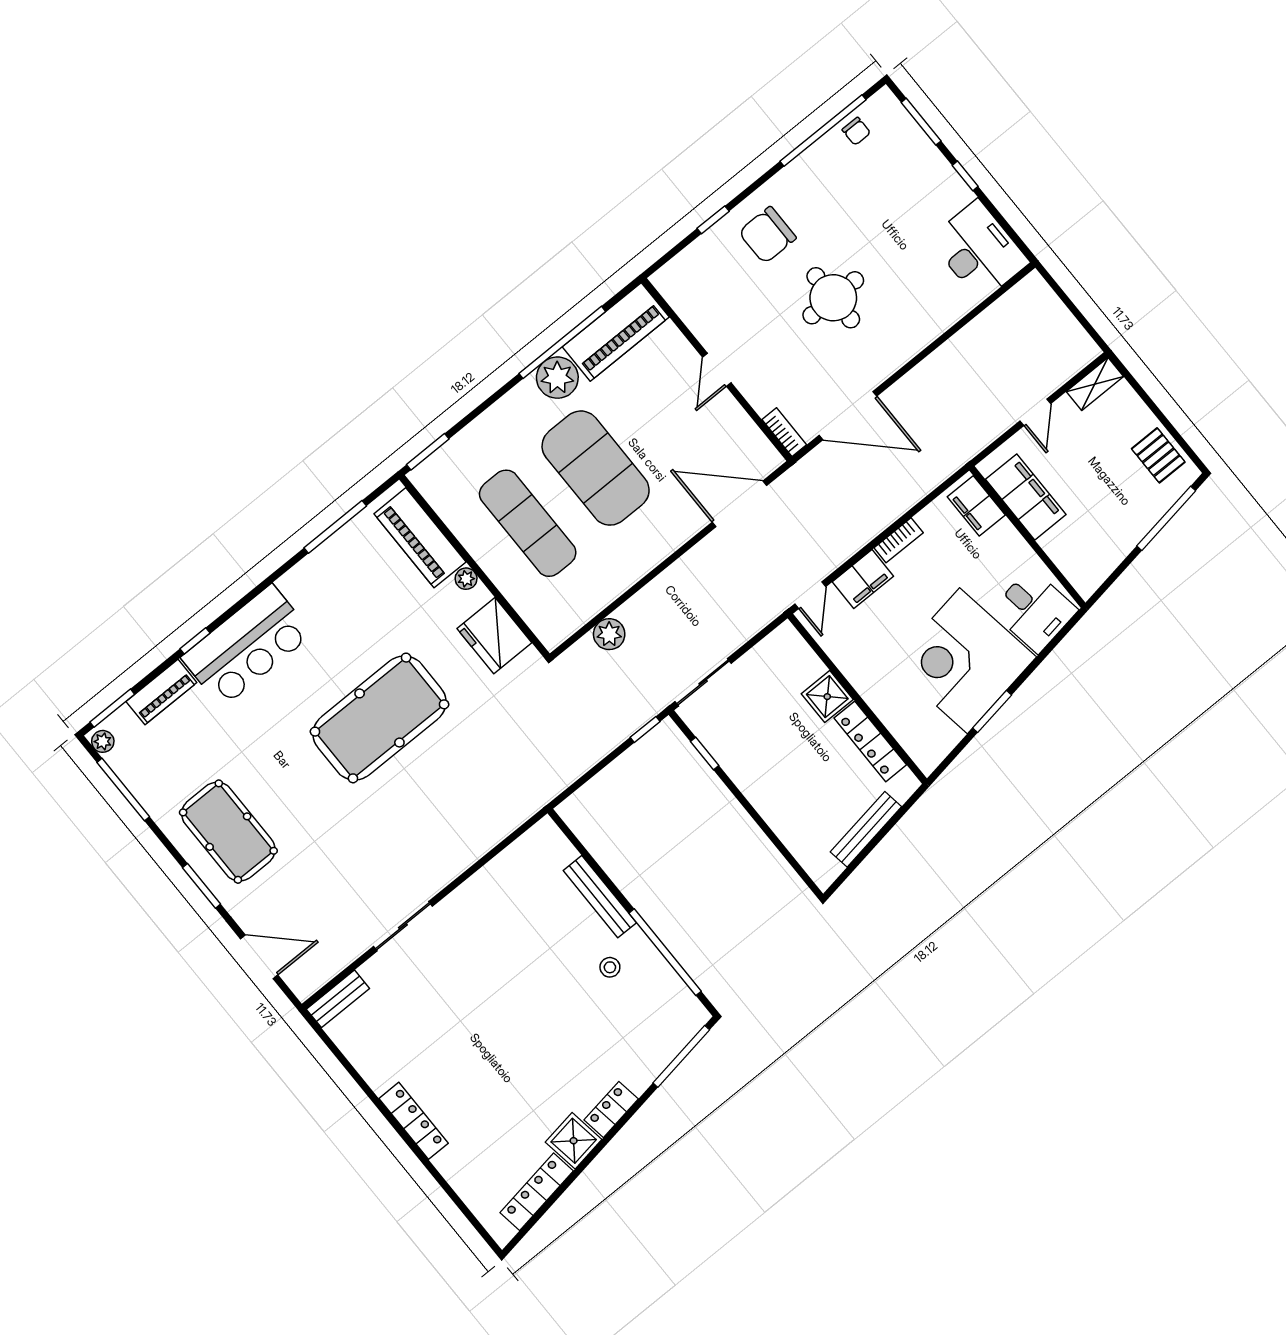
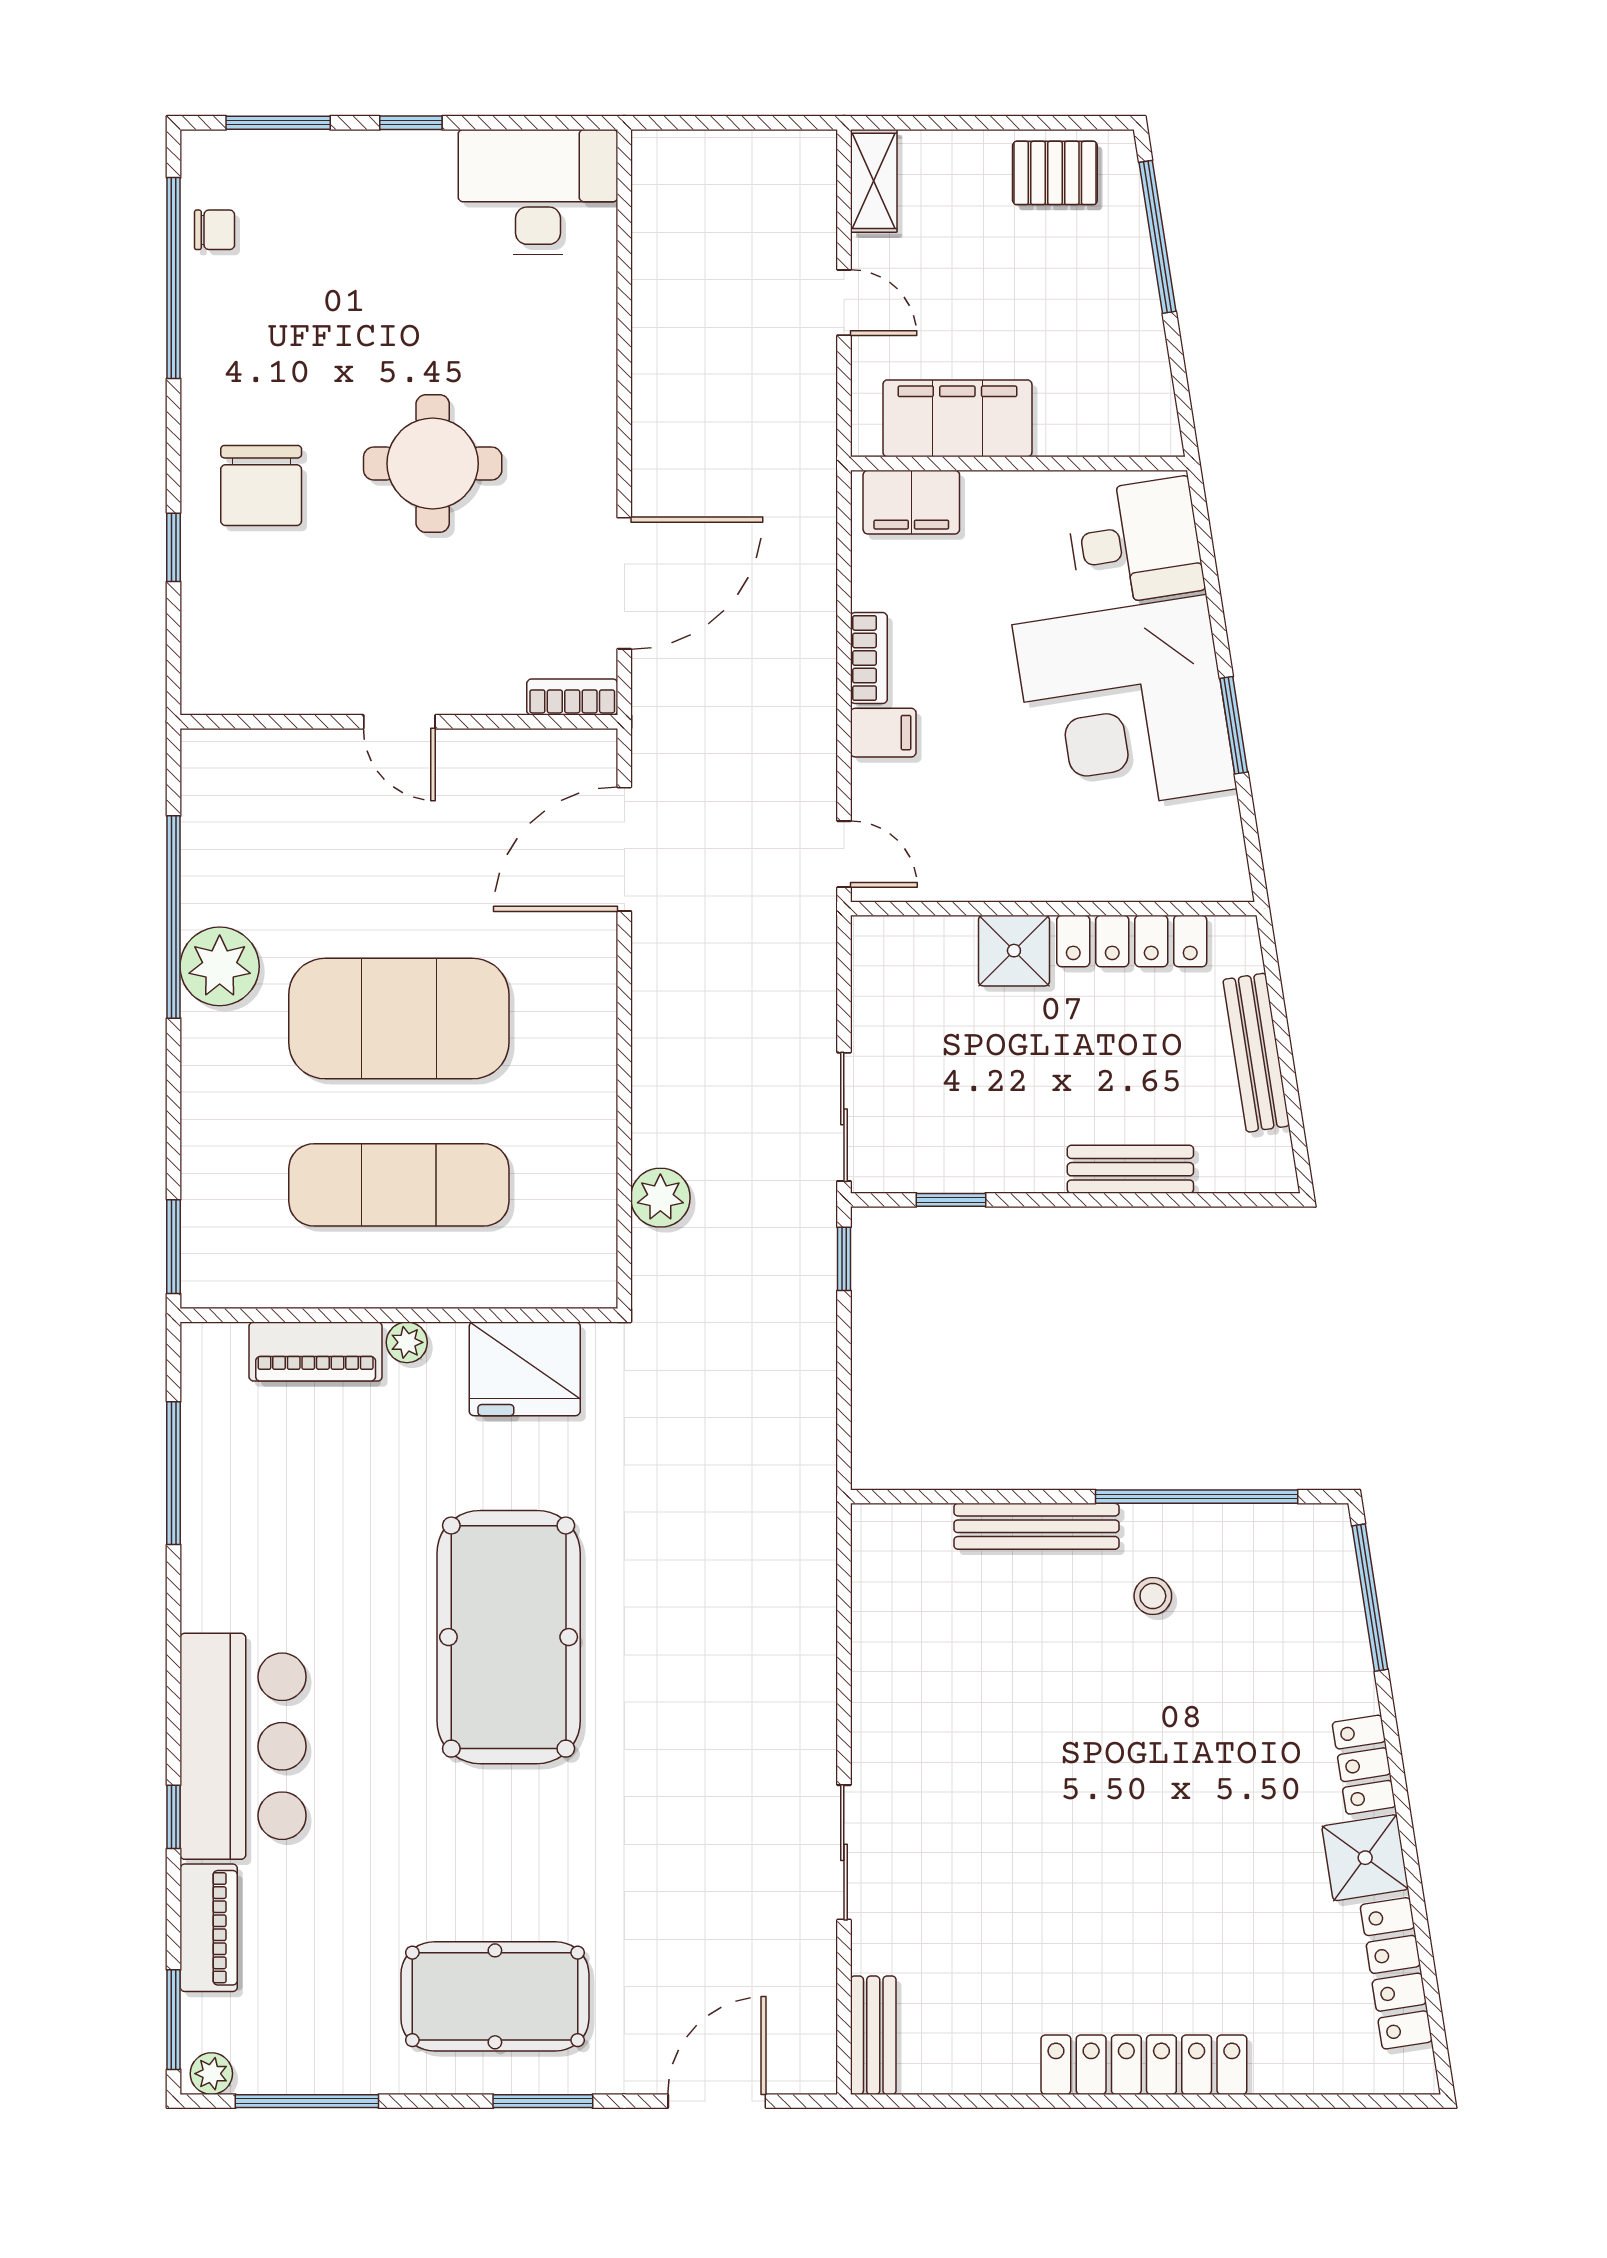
piano: (616, 332) -> (222, 825), removed
piano: (420, 538) -> (316, 1352), width x0.73, depth x0.75
filing cabinet: (863, 579) -> (883, 733), width x0.50
bench: (777, 817) -> (1130, 1169), added
locker: (414, 1121) -> (1144, 2065), width x1.41, depth x1.21

